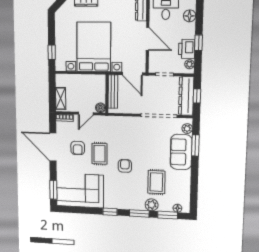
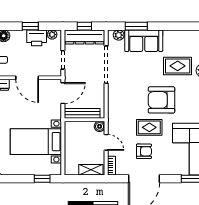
door: (148, 39) -> (27, 78), swing flipped
bed with nightstands: (94, 47) -> (36, 142), width x0.73
armchair: (125, 166) -> (161, 100), width x1.88, depth x1.88

